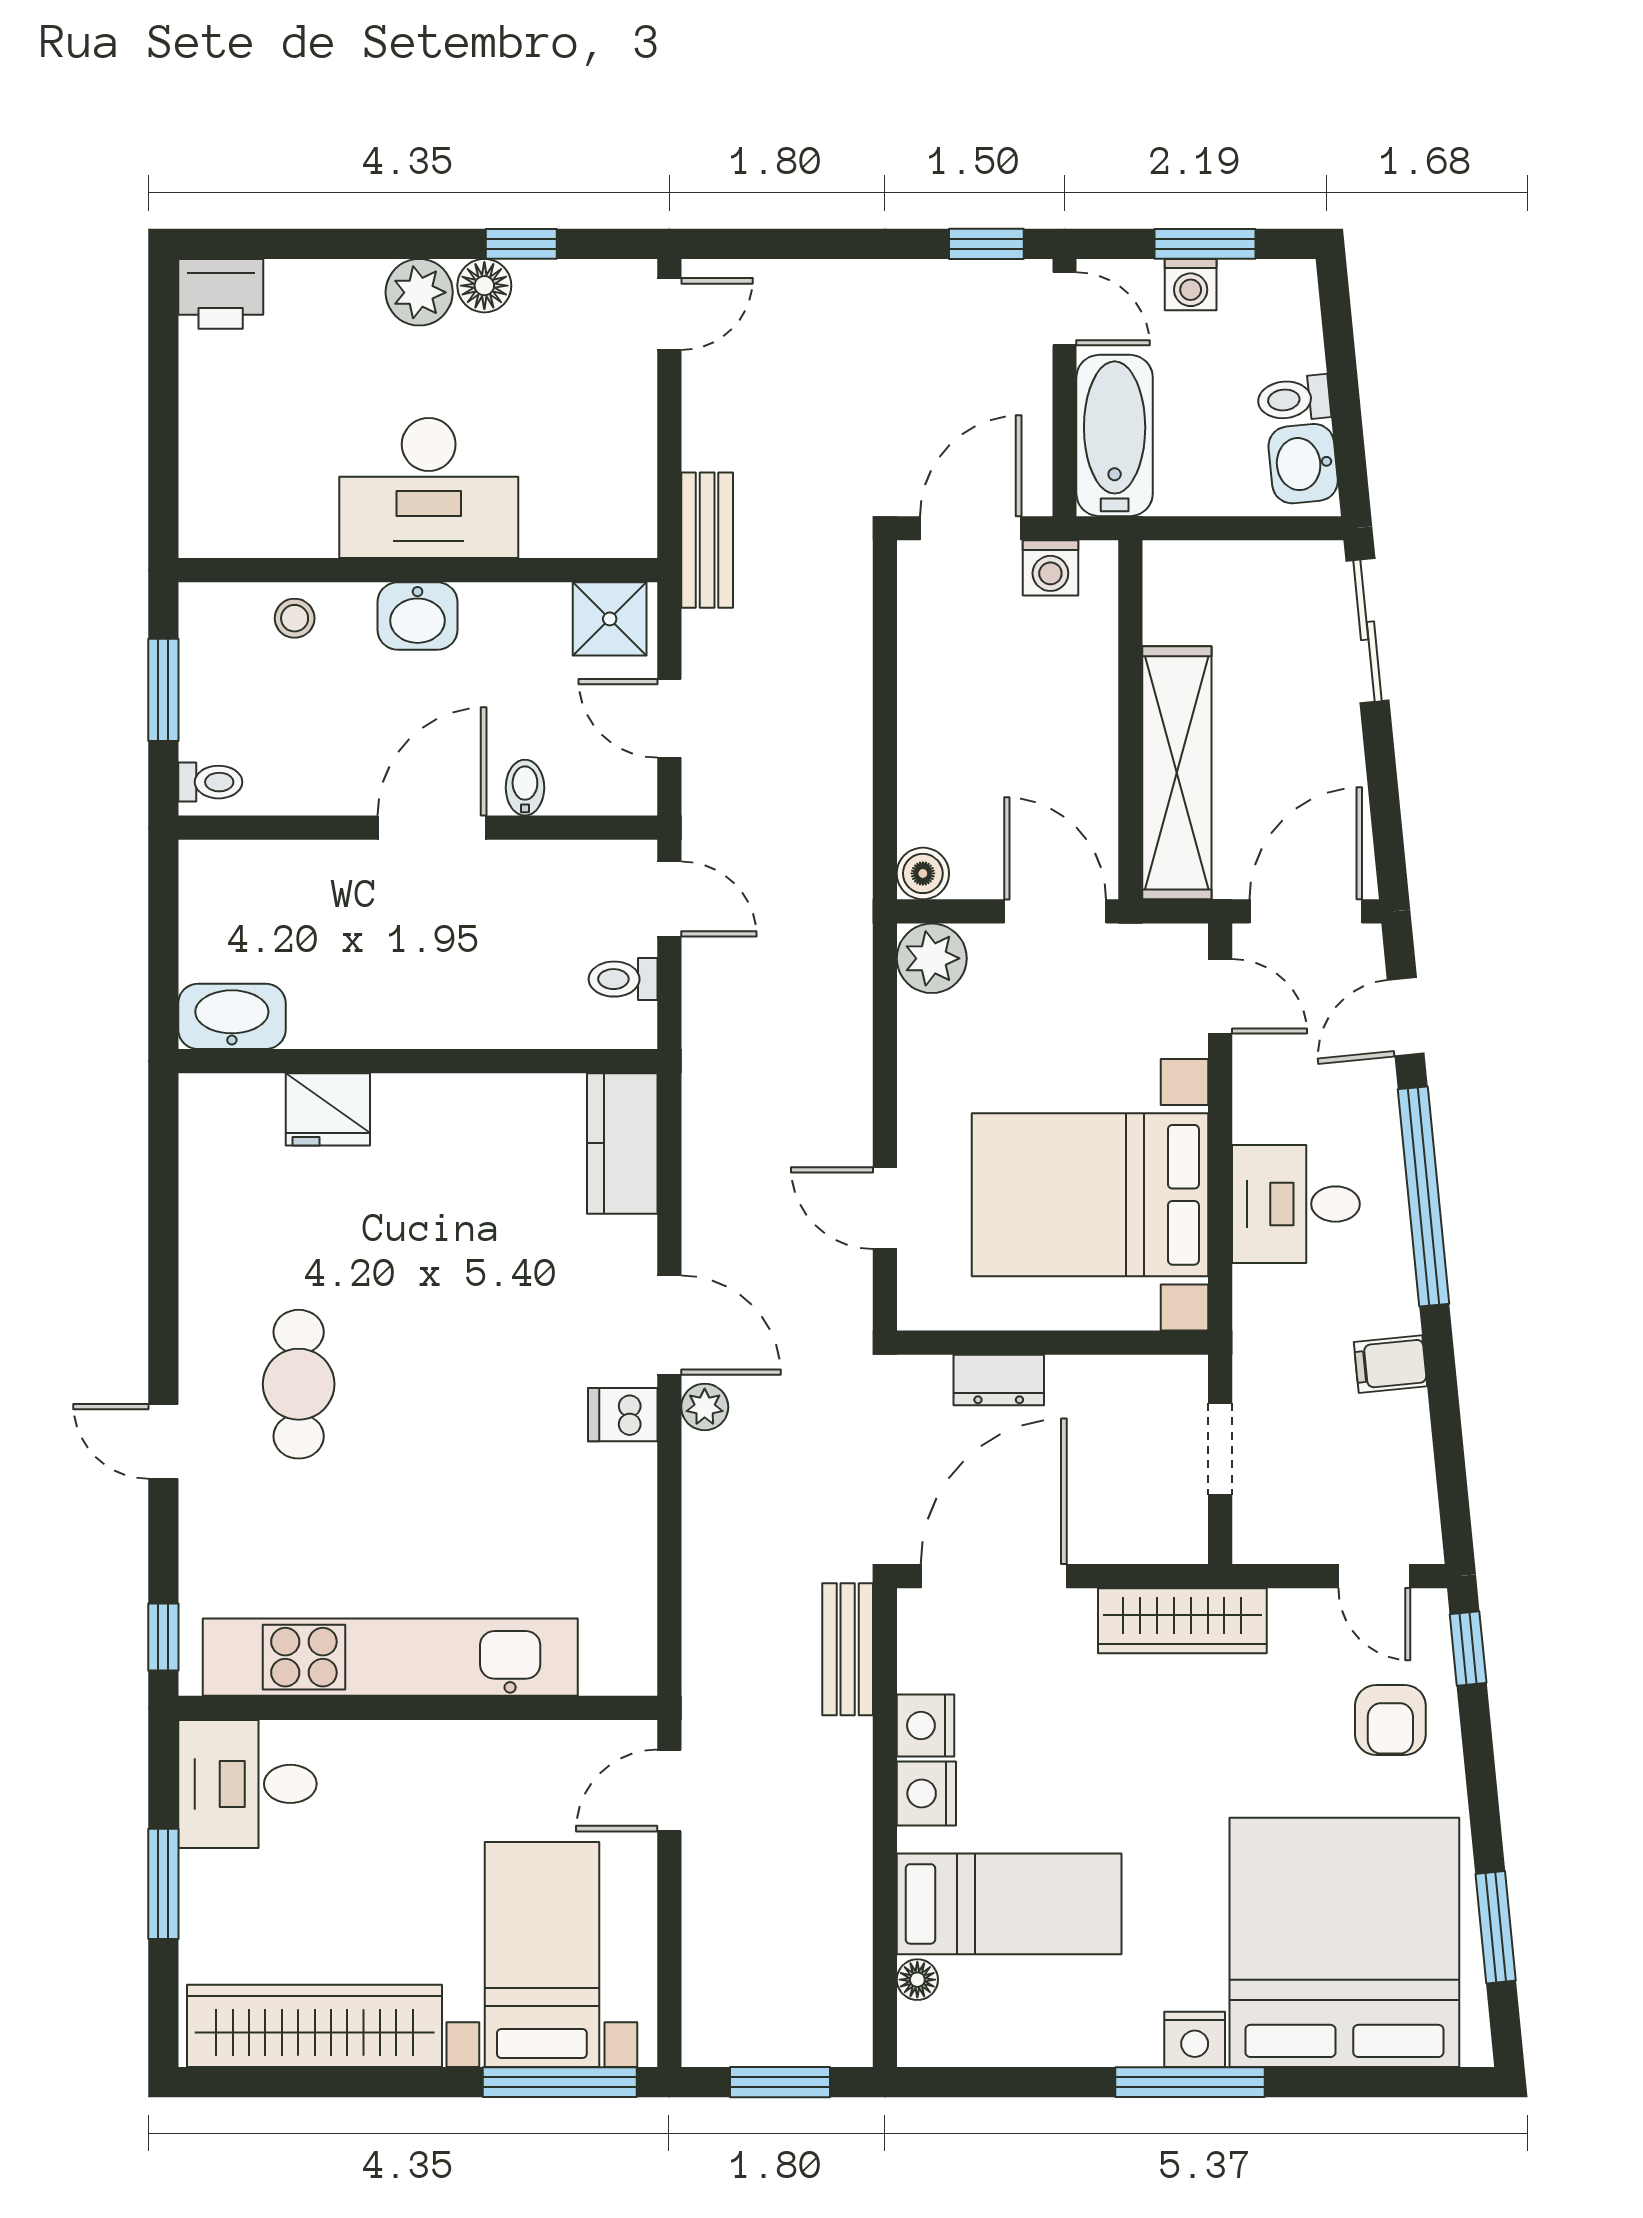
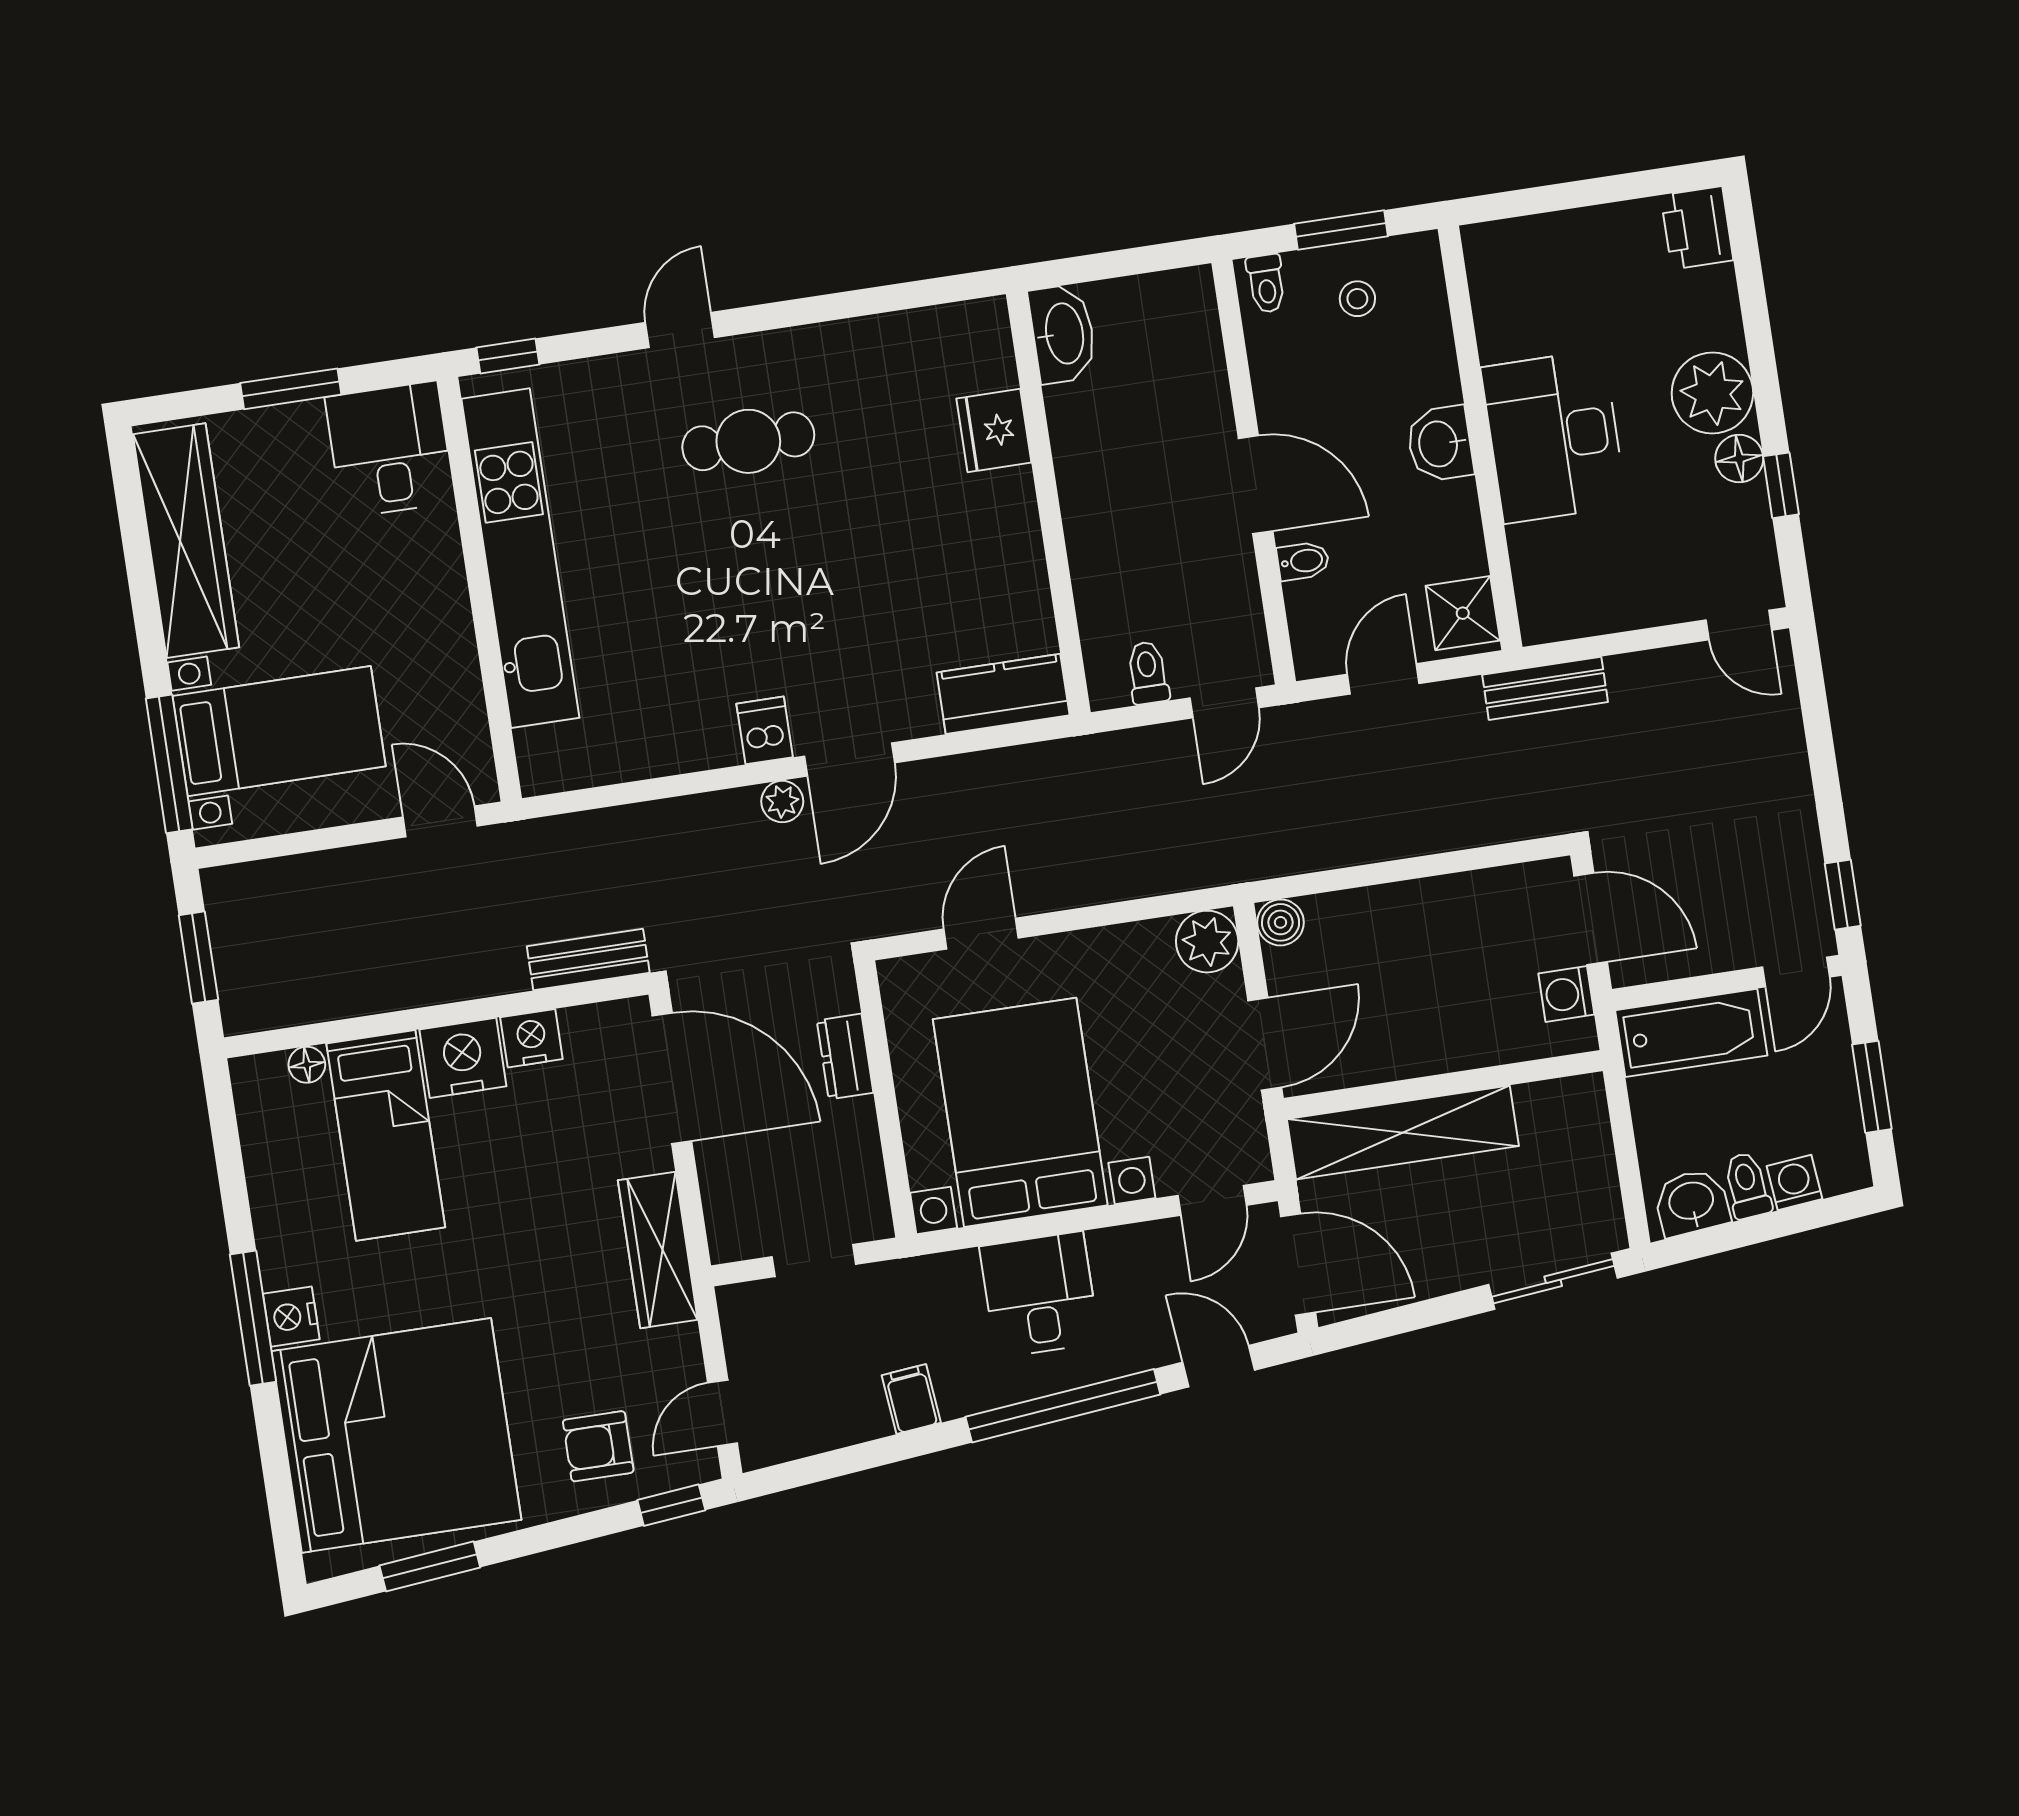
washing machine: (1191, 285) -> (1795, 1183), moved, turned 84
plant: (419, 292) -> (1712, 393), width x1.36, depth x1.36
stool: (295, 618) -> (1357, 299), moved
nightstand: (926, 1793) -> (463, 1058), width x1.36, depth x1.33

